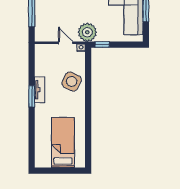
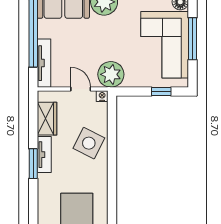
tv unit: (39, 24) -> (44, 63), added
window: (102, 45) -> (161, 92), moved
wardrobe: (42, 64) -> (47, 119), added

